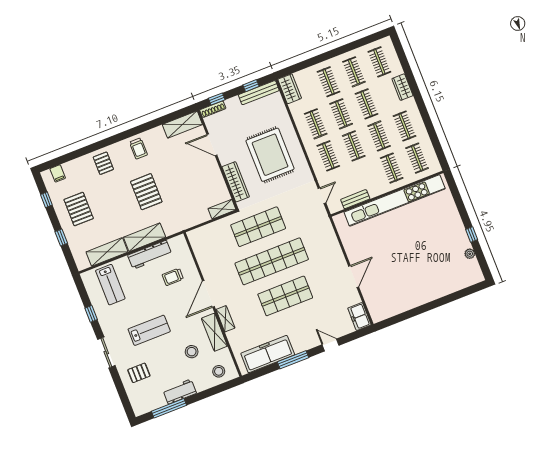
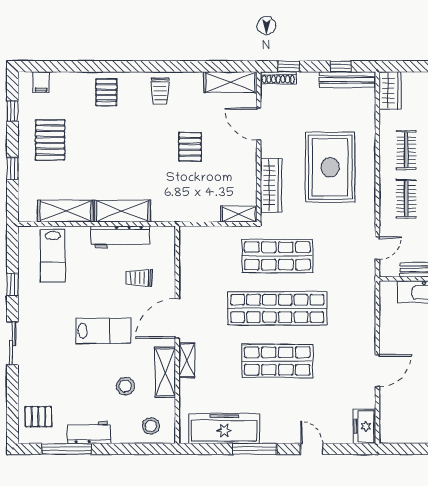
pallet: (146, 192) -> (190, 147), moved, width x0.67, depth x0.71
lab bench: (149, 330) -> (103, 331), moved
pallet: (139, 373) -> (38, 417), moved

